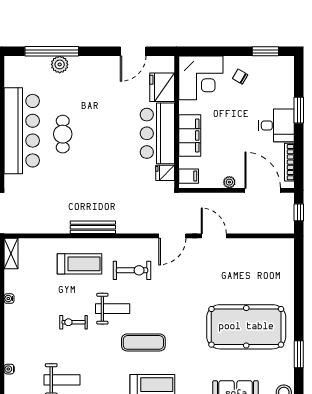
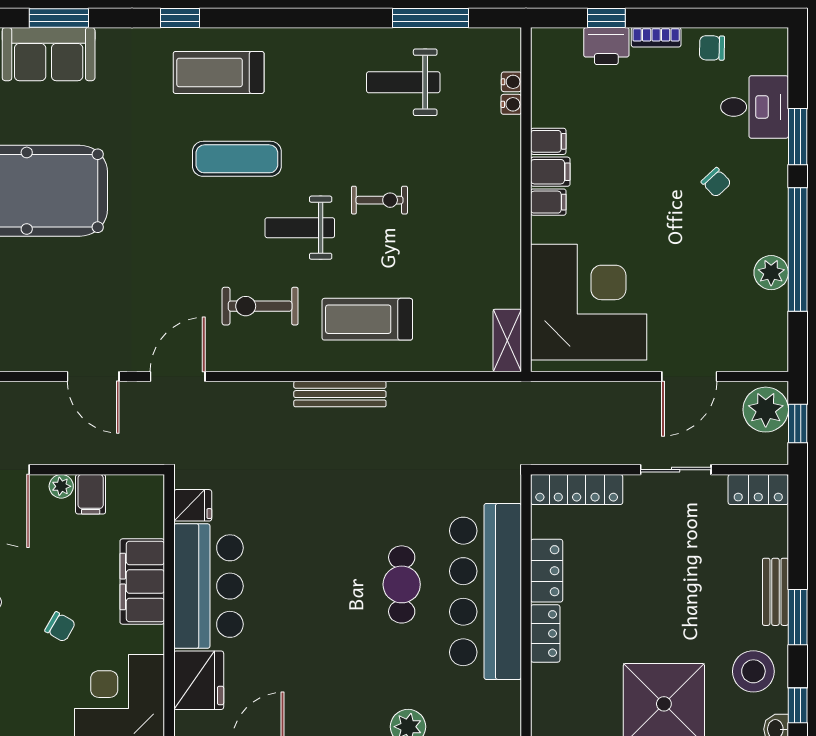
chair: (240, 77) -> (60, 627), moved
filing cabinet: (189, 176) -> (91, 494), moved, turned -90
water cooler: (9, 299) -> (511, 82), moved

